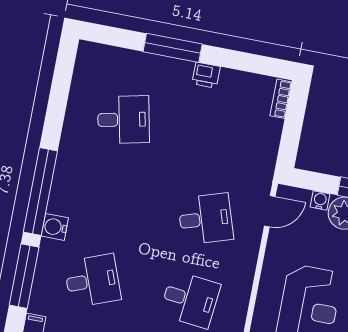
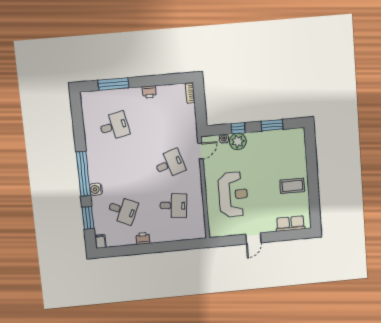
window: (173, 48) -> (113, 84), moved
window: (24, 276) -> (88, 218), width x0.69
desk: (92, 281) -> (123, 210), turned 45

